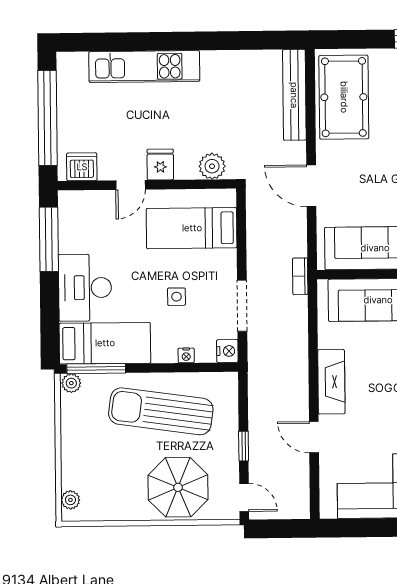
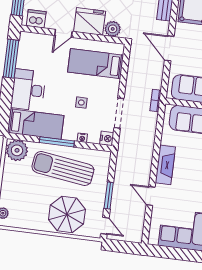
fridge: (160, 164) -> (90, 21), width x1.88, depth x1.34
window: (96, 369) -> (57, 142), moved
plant: (71, 383) -> (17, 150), width x1.88, depth x1.88
window: (244, 446) -> (109, 196), width x1.50

